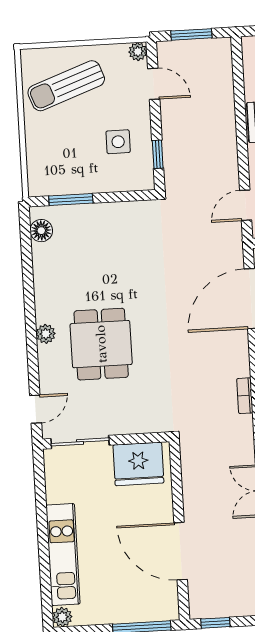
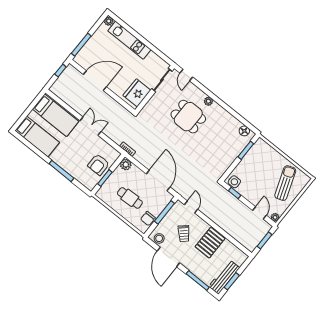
door: (154, 84) -> (259, 213), swing flipped
side table: (118, 142) -> (234, 182), moved

